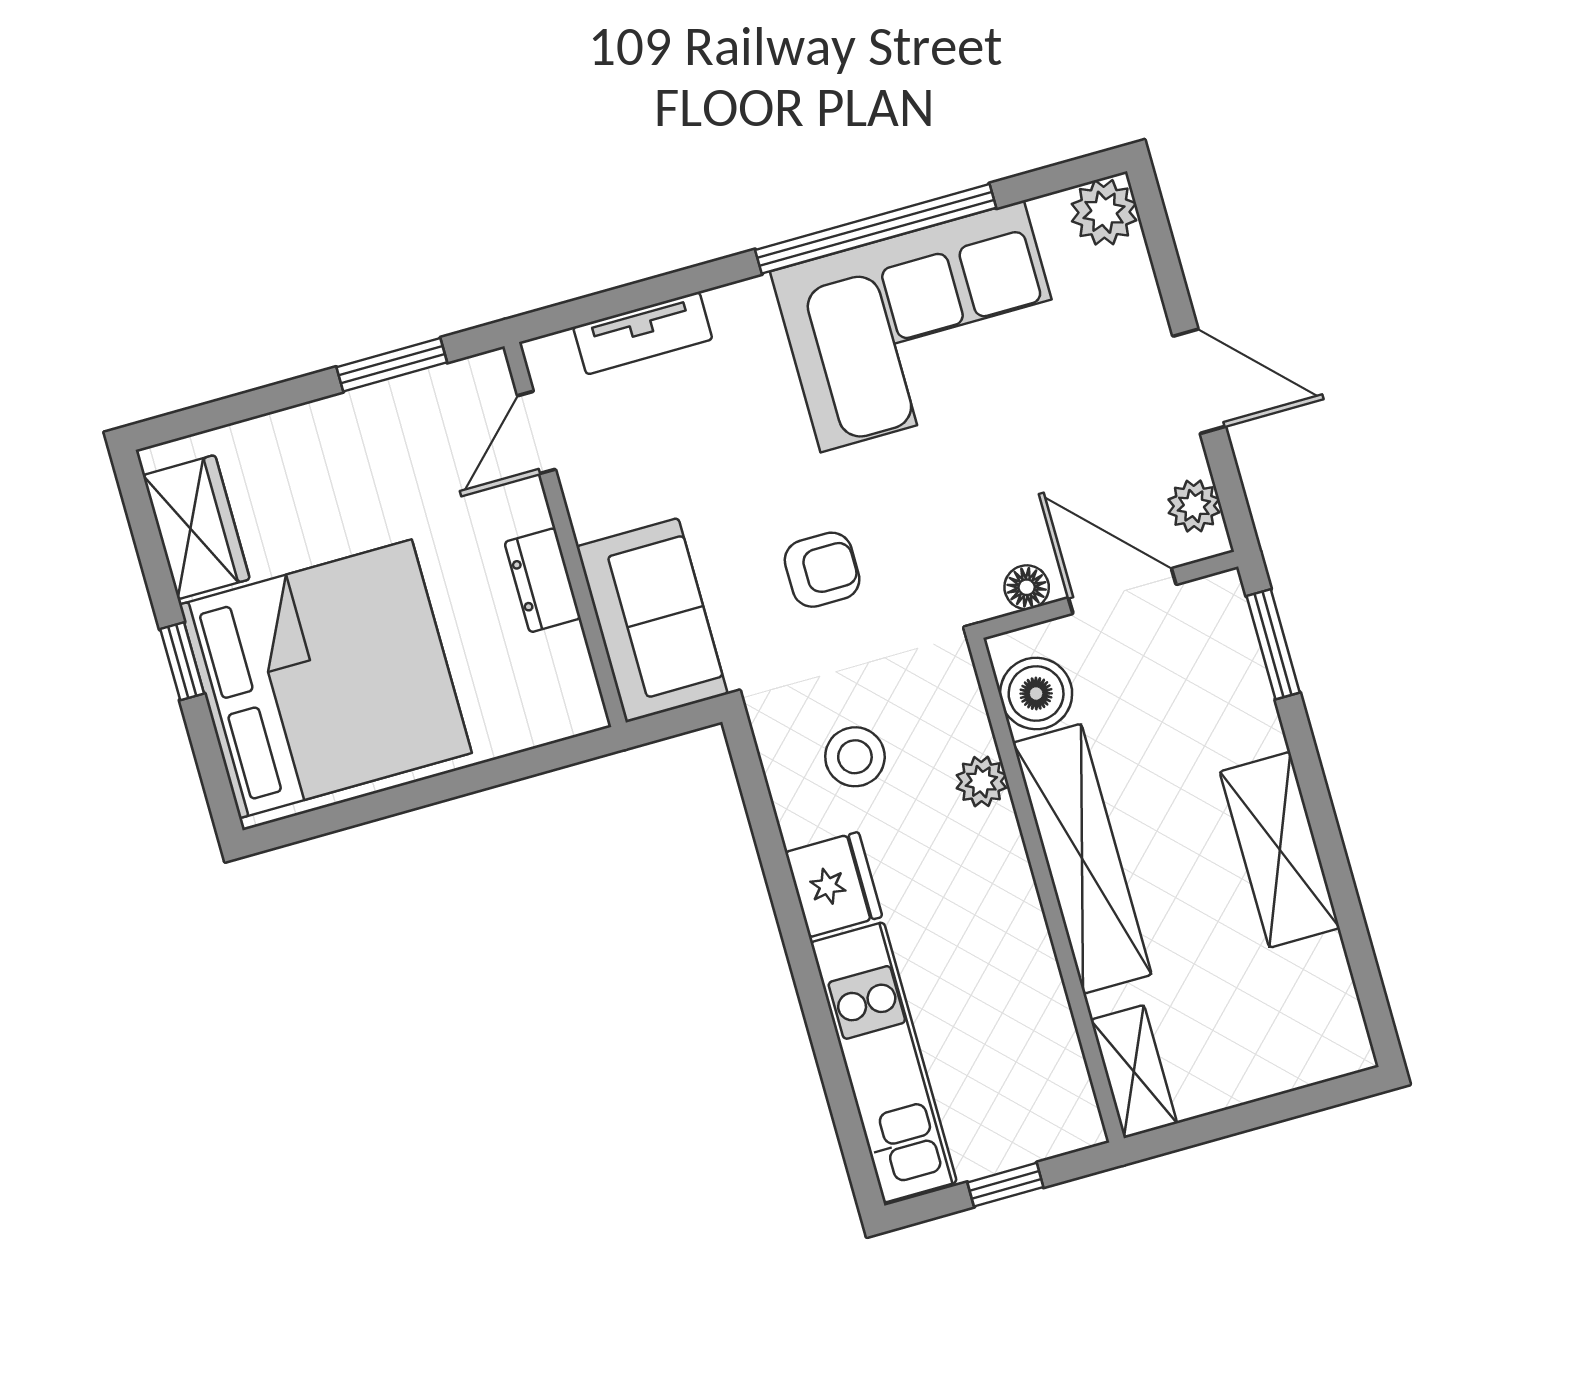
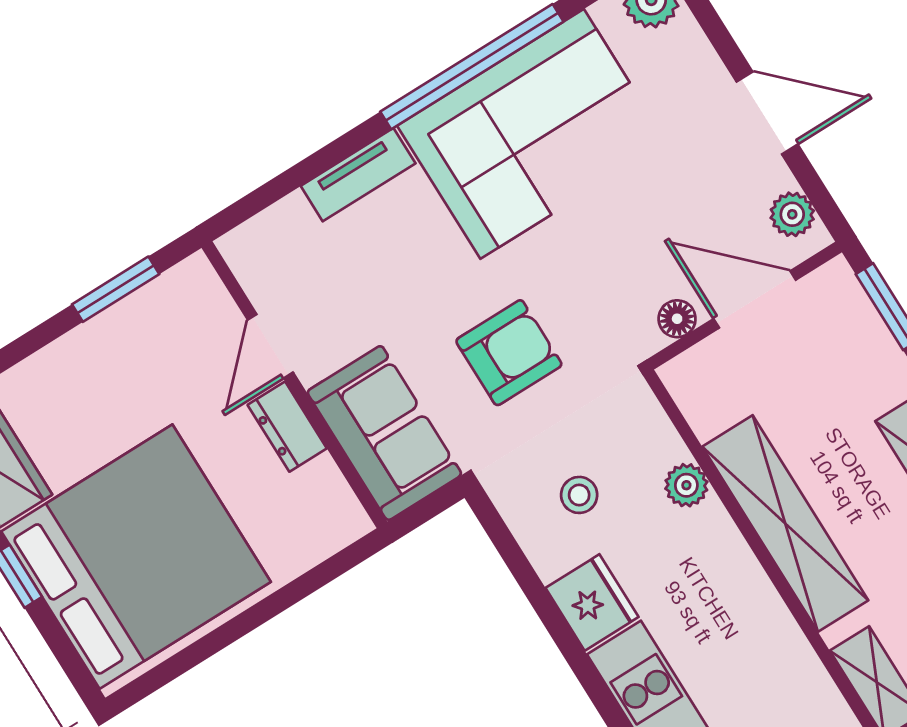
tv unit: (643, 333) -> (358, 175), moved
door: (536, 432) -> (270, 346), moved
armchair: (822, 570) -> (509, 353), width x1.38, depth x1.38
boiler: (1036, 693) -> (710, 402), removed
stool: (855, 757) -> (579, 495), width x0.73, depth x0.73

